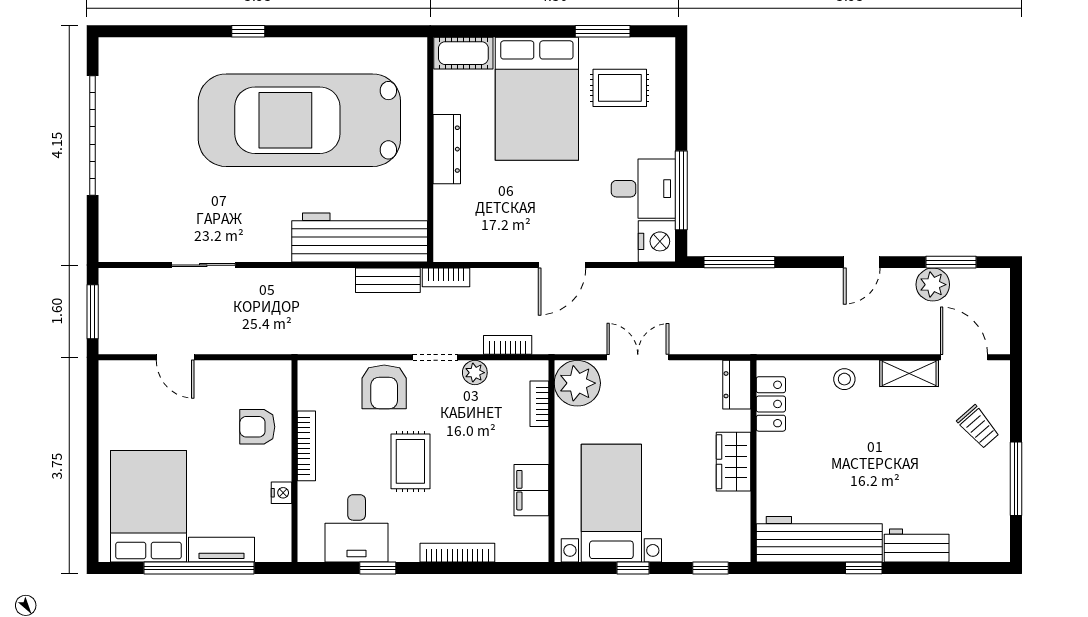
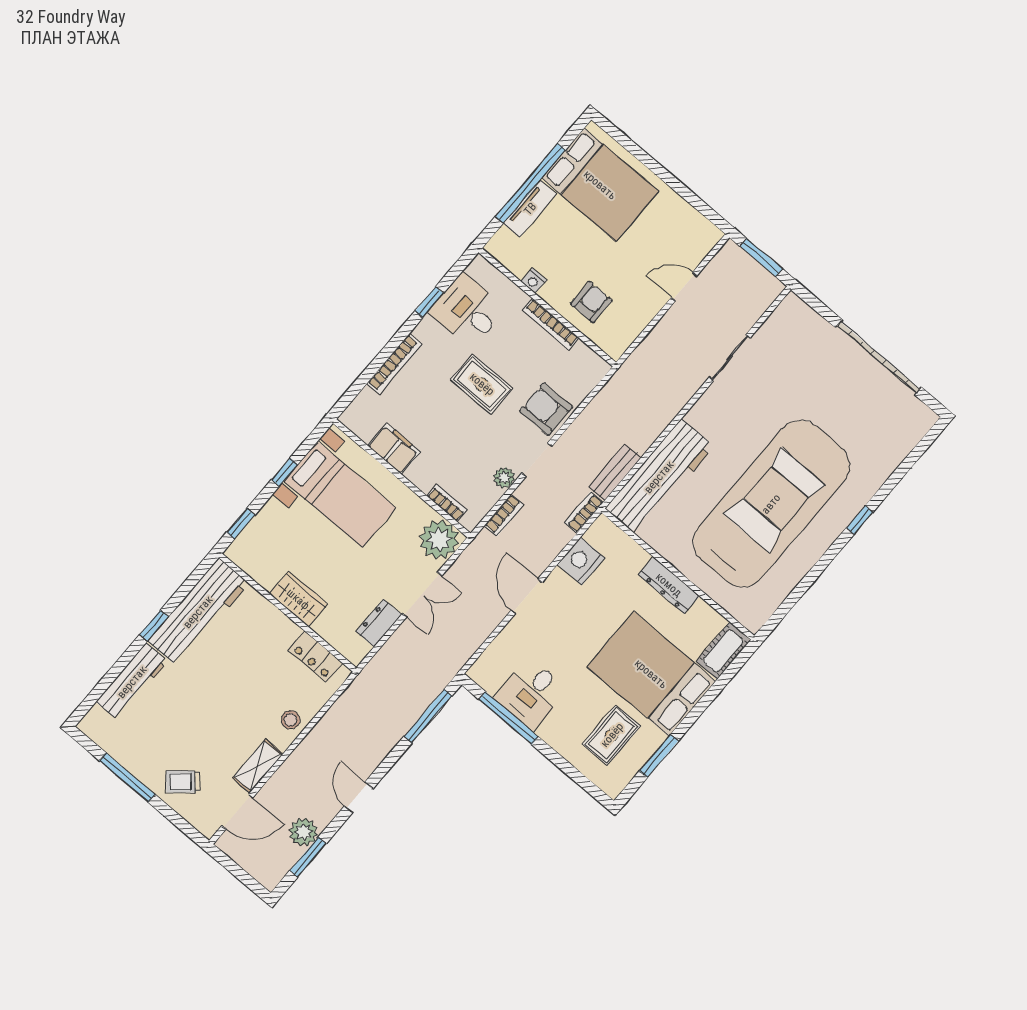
nightstand: (657, 241) -> (581, 561), moved, turned 90
dresser: (737, 385) -> (379, 623), moved, turned -90
workbench: (917, 546) -> (132, 682), width x1.38

